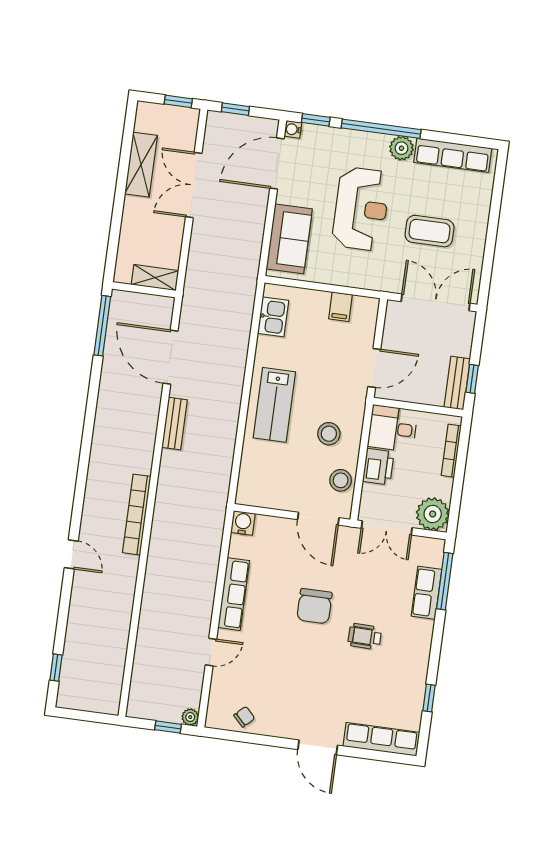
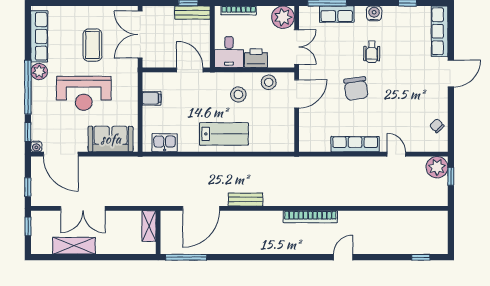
reception desk: (361, 209) -> (84, 93), turned 180
water cooler: (243, 523) -> (374, 13), moved, turned 90
chair: (314, 606) -> (356, 88), turned 82
plant: (190, 717) -> (437, 167), width x1.88, depth x1.88

